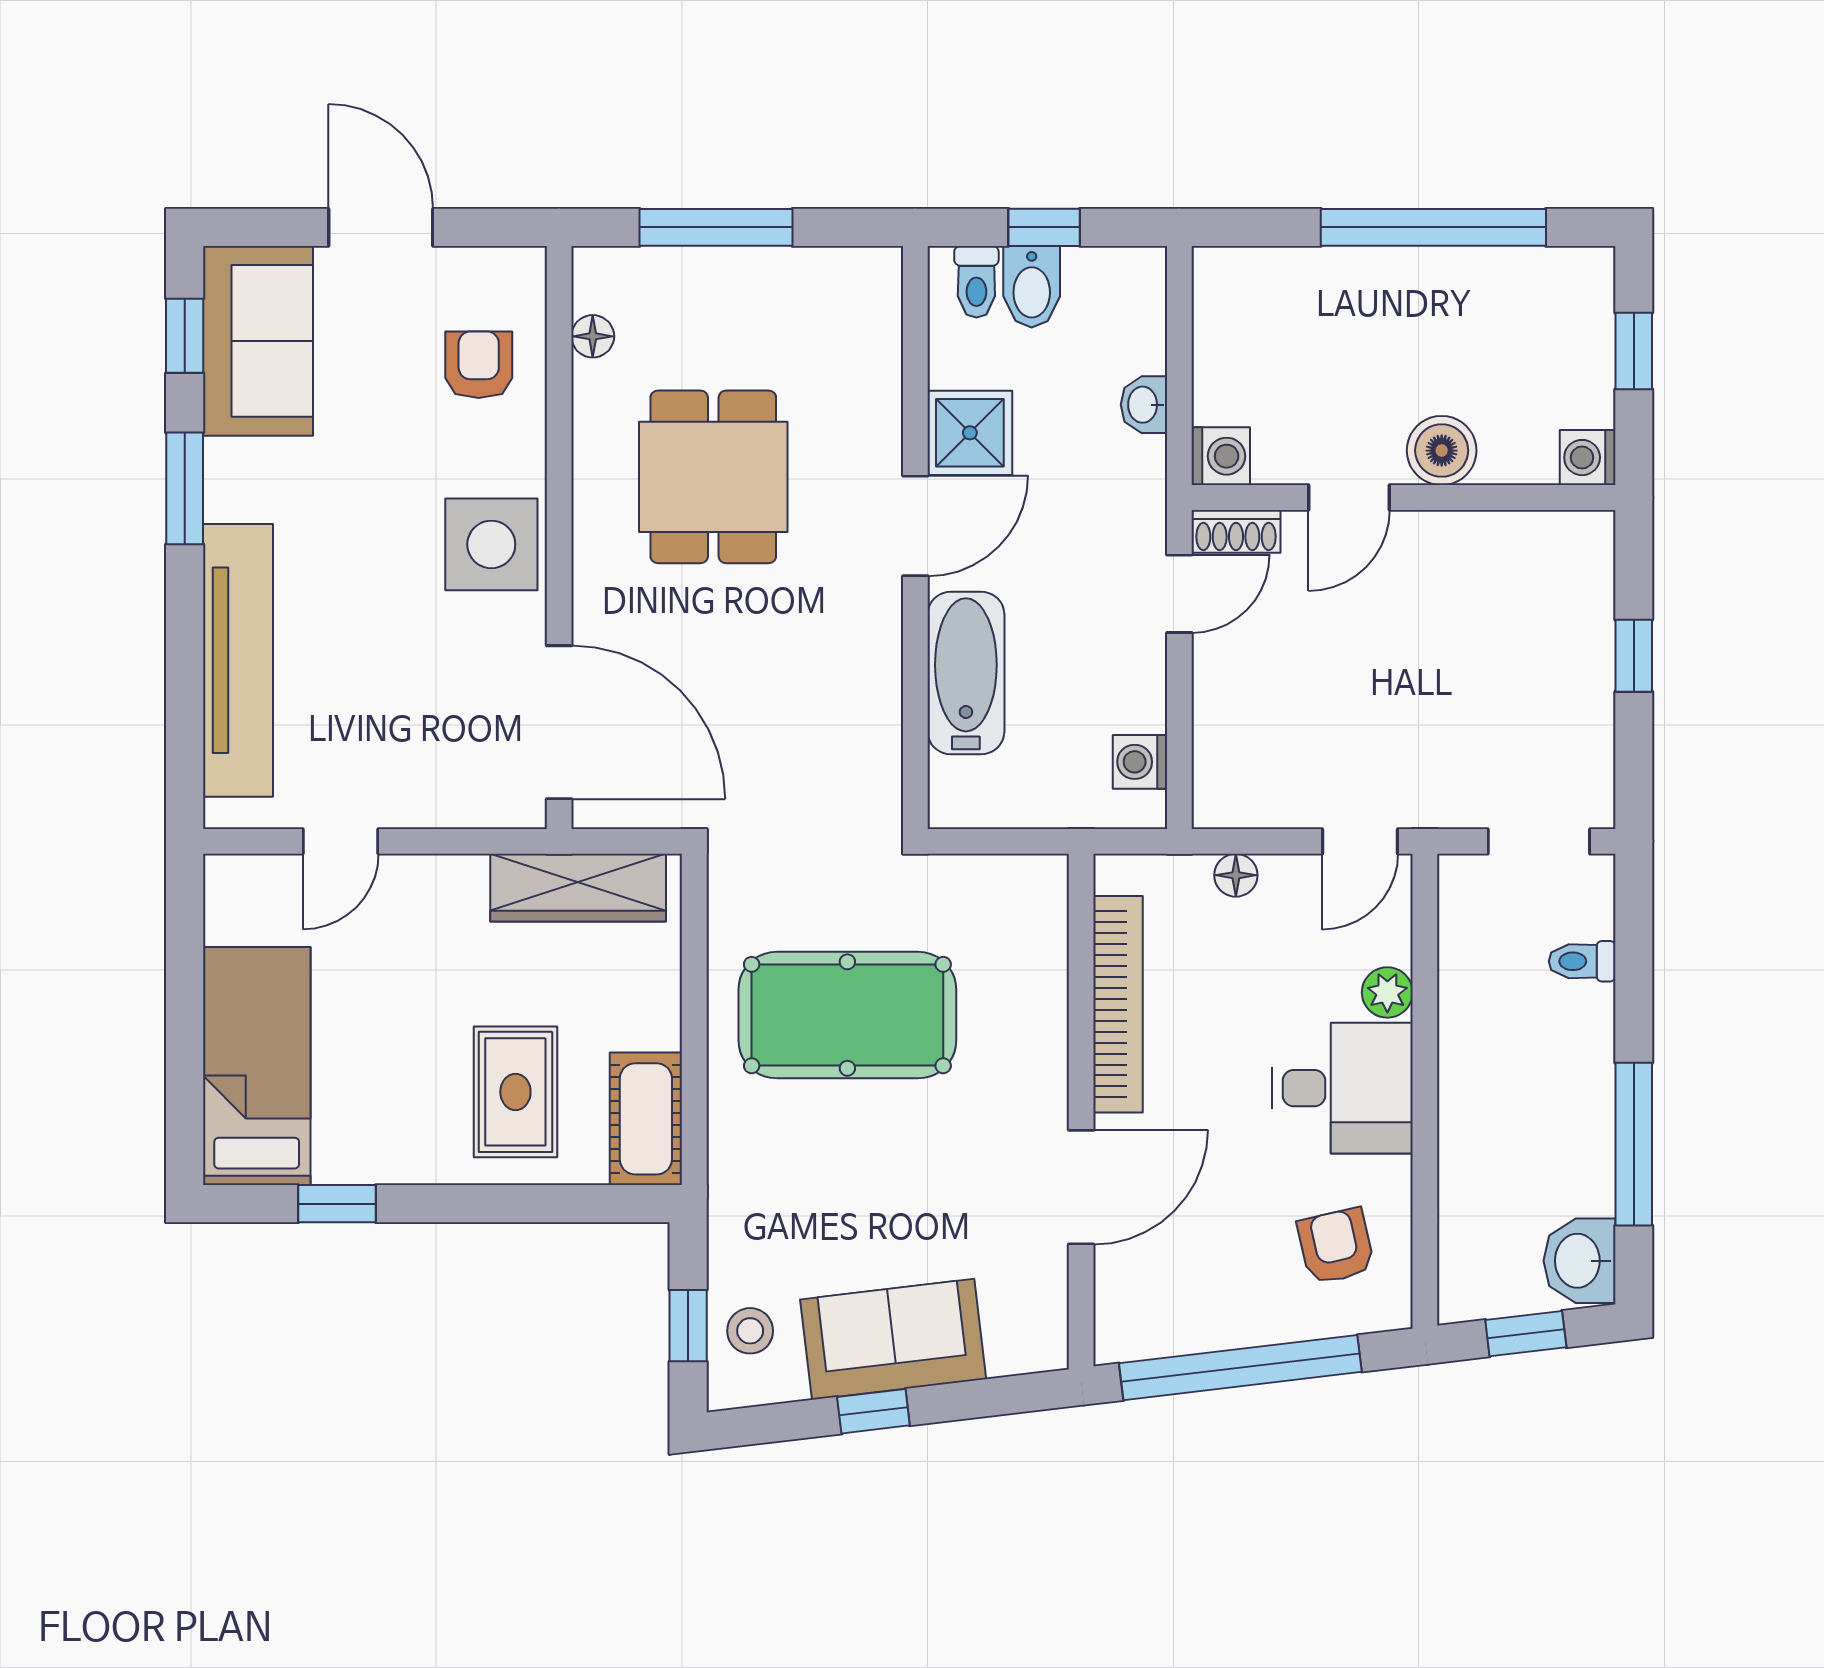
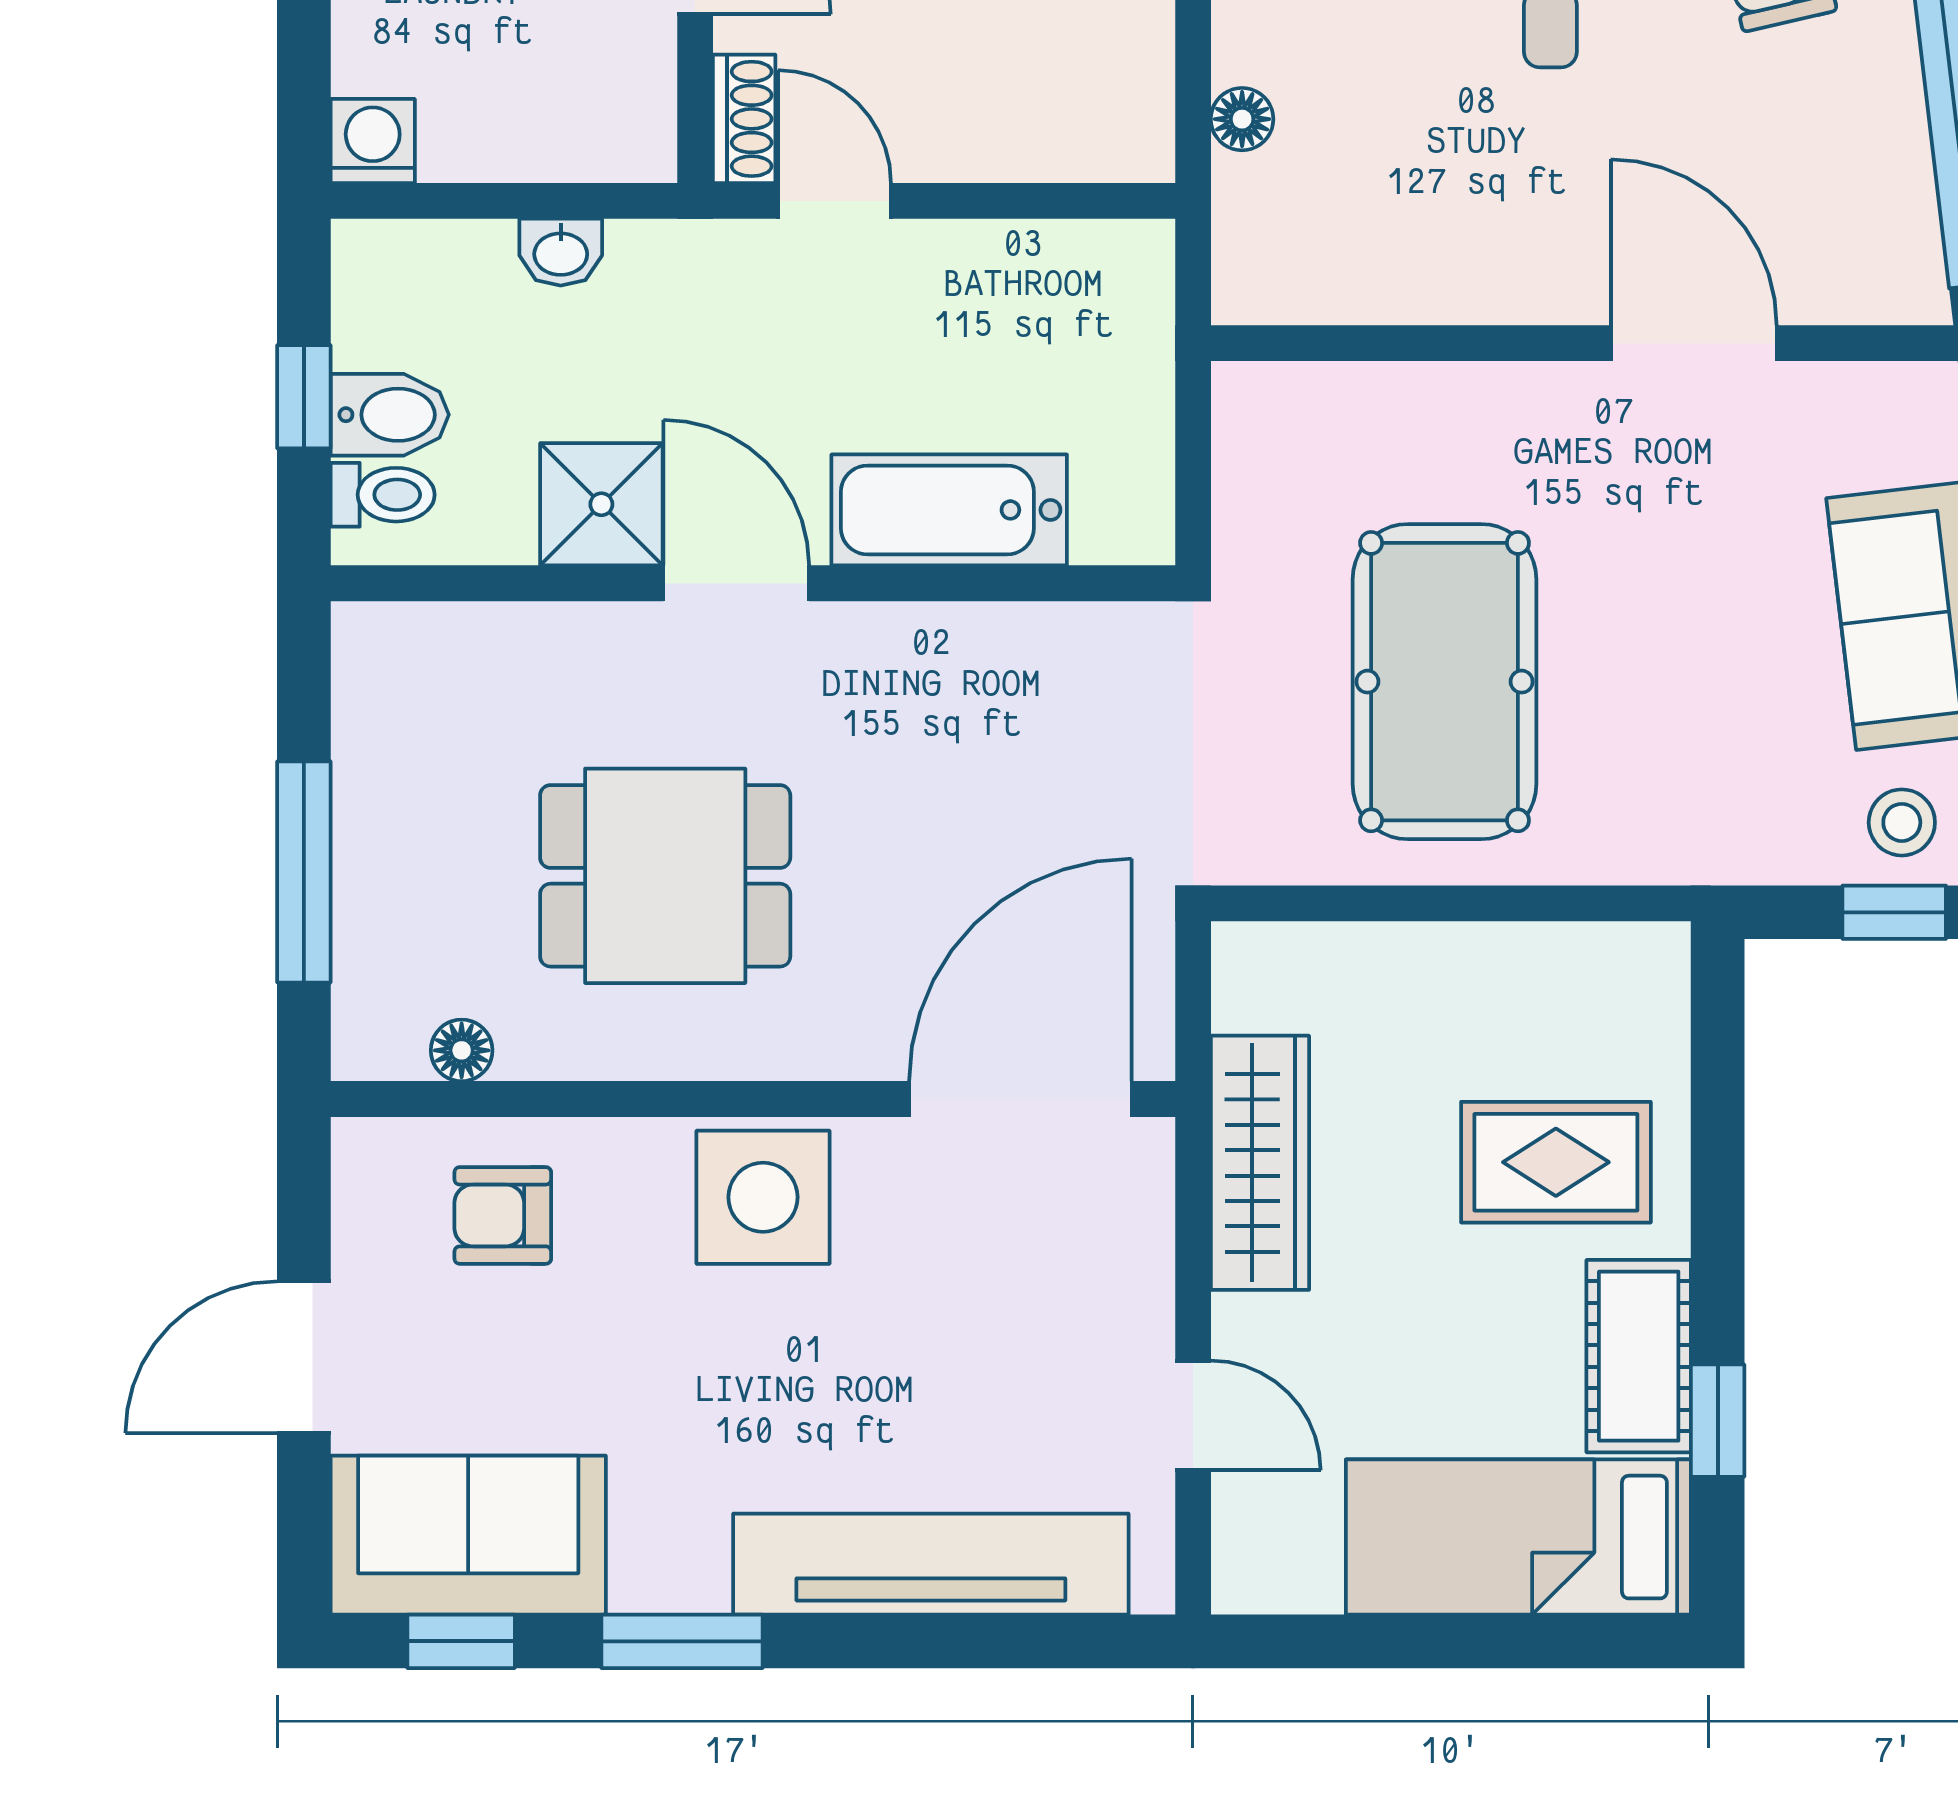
washing machine: (1221, 456) -> (373, 141), moved
washing machine: (1140, 762) -> (1078, 258), removed
wardrobe: (578, 888) -> (1260, 1163), moved
bookcase: (1118, 1004) -> (1429, 290), removed
cot: (646, 1119) -> (1639, 1356), moved, turned 90

